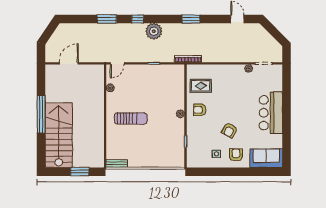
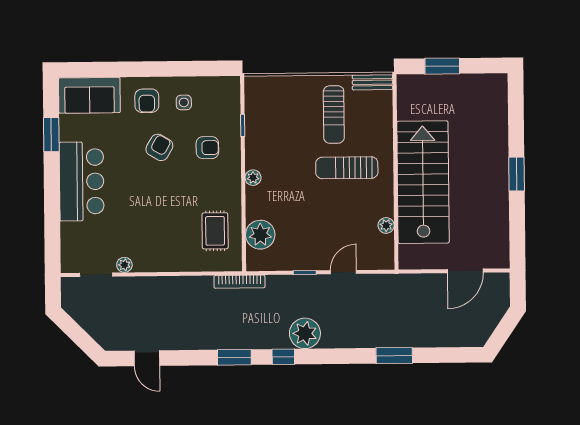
window: (138, 19) -> (283, 357), moved
door: (117, 63) -> (343, 272), moved
plant: (177, 84) -> (260, 235), added
rug: (201, 86) -> (215, 231), turned 90
armchair: (200, 110) -> (207, 148), moved
window: (41, 114) -> (517, 174), width x0.47
stairs: (59, 135) -> (423, 182), moved, turned 180
window: (287, 138) -> (51, 135), added
sun lounger: (137, 147) -> (334, 115), added

